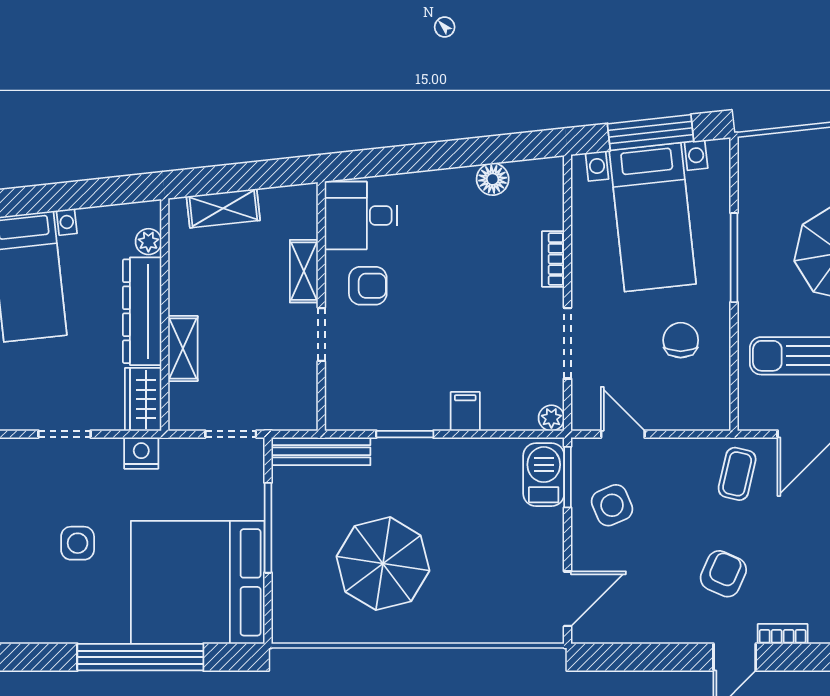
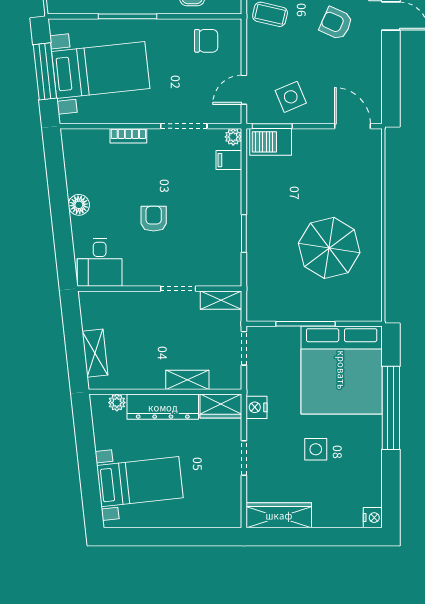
floor lamp: (493, 179) -> (79, 205), moved
shelving: (304, 271) -> (221, 300), moved
armchair: (368, 286) -> (154, 219), moved
chair: (681, 340) -> (206, 41), moved, turned 180
filing cabinet: (465, 411) -> (229, 160), moved
bench: (321, 451) -> (255, 289), removed

